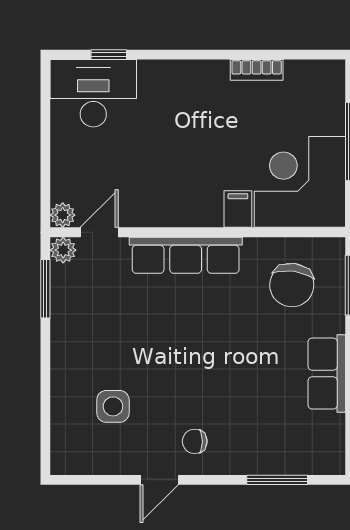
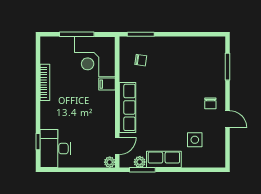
bookcase: (257, 70) -> (45, 82), width x1.56
door: (99, 232) -> (117, 146), swing flipped
plant: (63, 250) -> (140, 162), moved
chair: (292, 285) -> (141, 60), width x0.54, depth x0.54
row of seats: (327, 374) -> (164, 159), moved, turned 180

